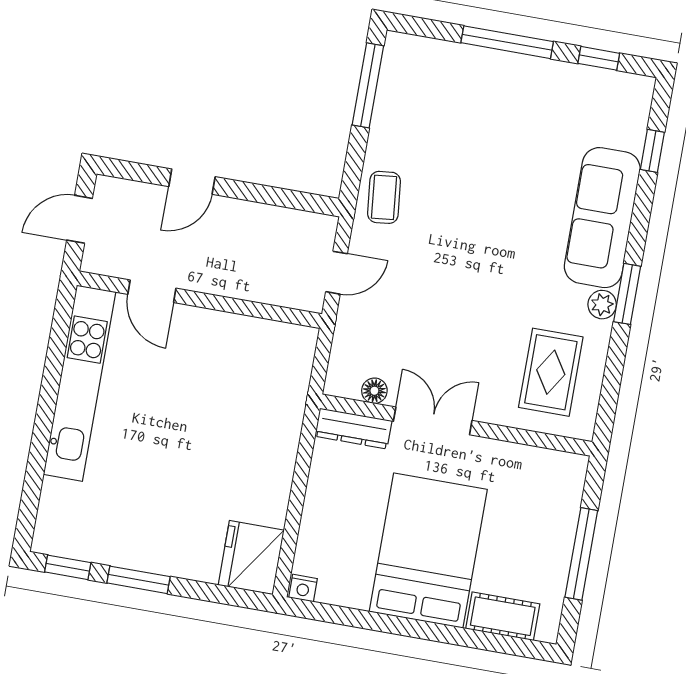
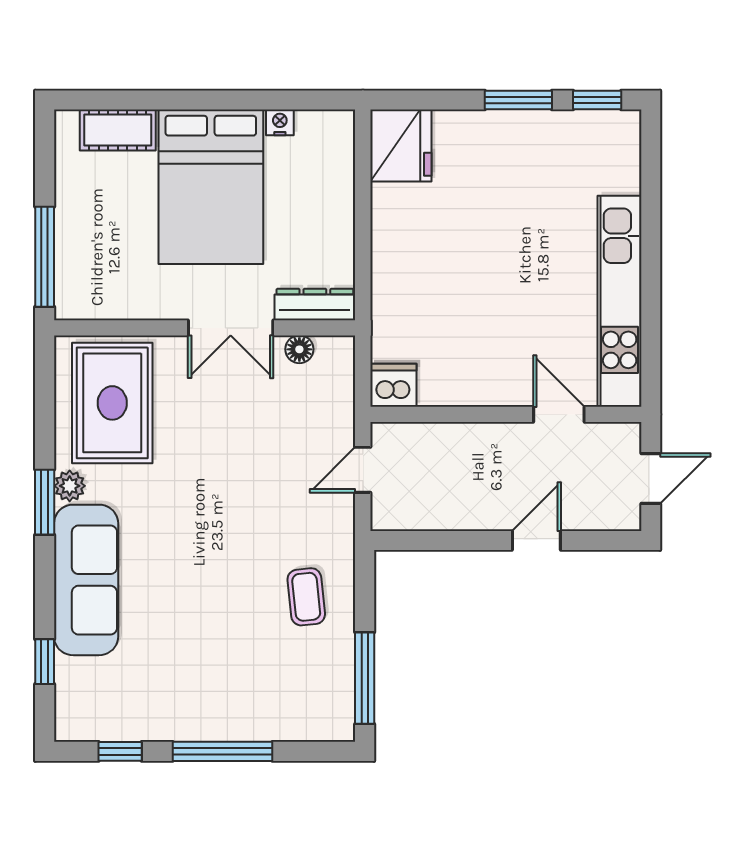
coffee table: (384, 197) -> (306, 597), moved
dishwasher: (296, 344) -> (393, 385), added
rug: (551, 372) -> (112, 403), width x1.36, depth x1.43
window: (581, 554) -> (45, 257), moved
nightstand: (303, 588) -> (280, 122), moved

